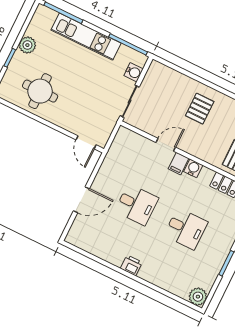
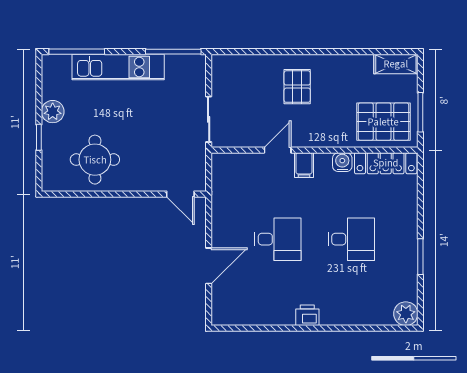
water cooler: (134, 72) -> (196, 82), removed
water cooler: (193, 168) -> (342, 162), moved

